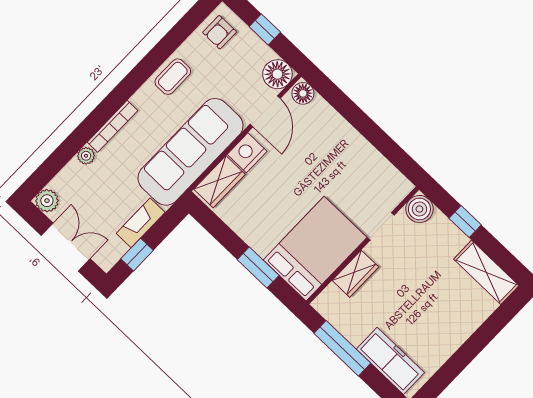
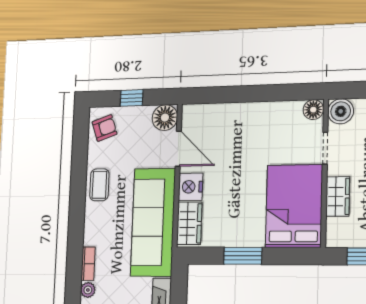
armchair: (220, 32) -> (105, 128), turned -109
floor lamp: (303, 93) -> (313, 110), moved
bookcase: (112, 126) -> (88, 264), width x0.64
window: (258, 267) -> (243, 256), moved

